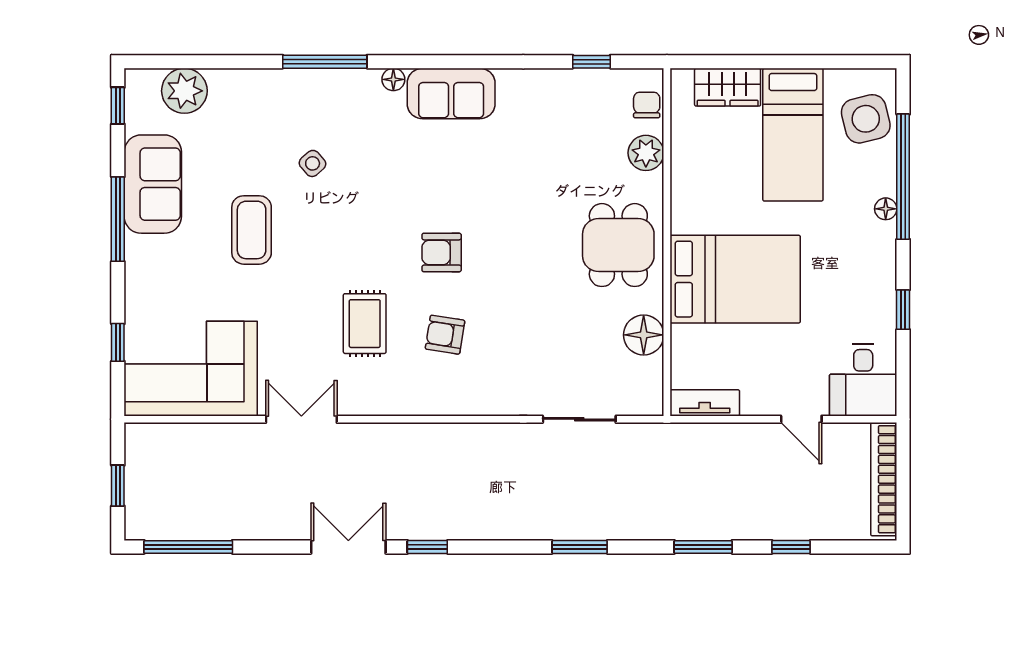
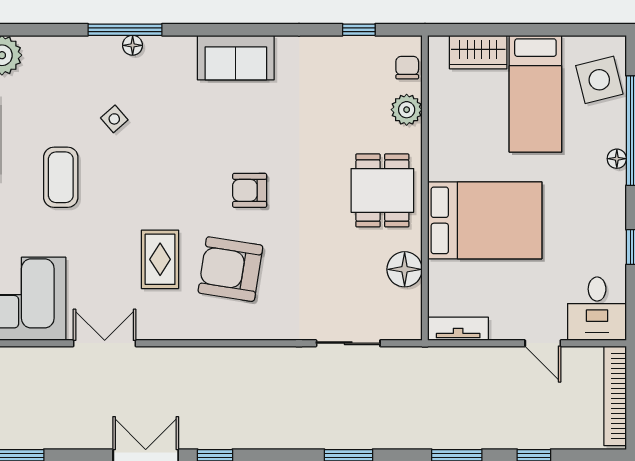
floor lamp: (393, 79) -> (133, 45), moved
armchair: (442, 252) -> (250, 190), moved
armchair: (445, 335) -> (230, 269), width x1.88, depth x1.88

